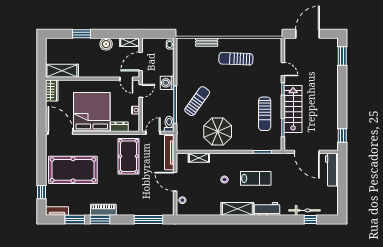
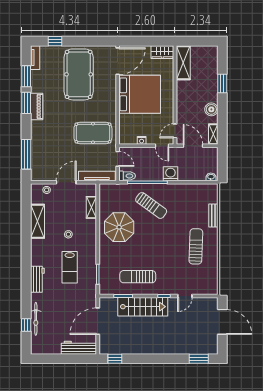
dresser: (119, 127) -> (124, 123), removed
shelving: (237, 209) -> (37, 221), moved

